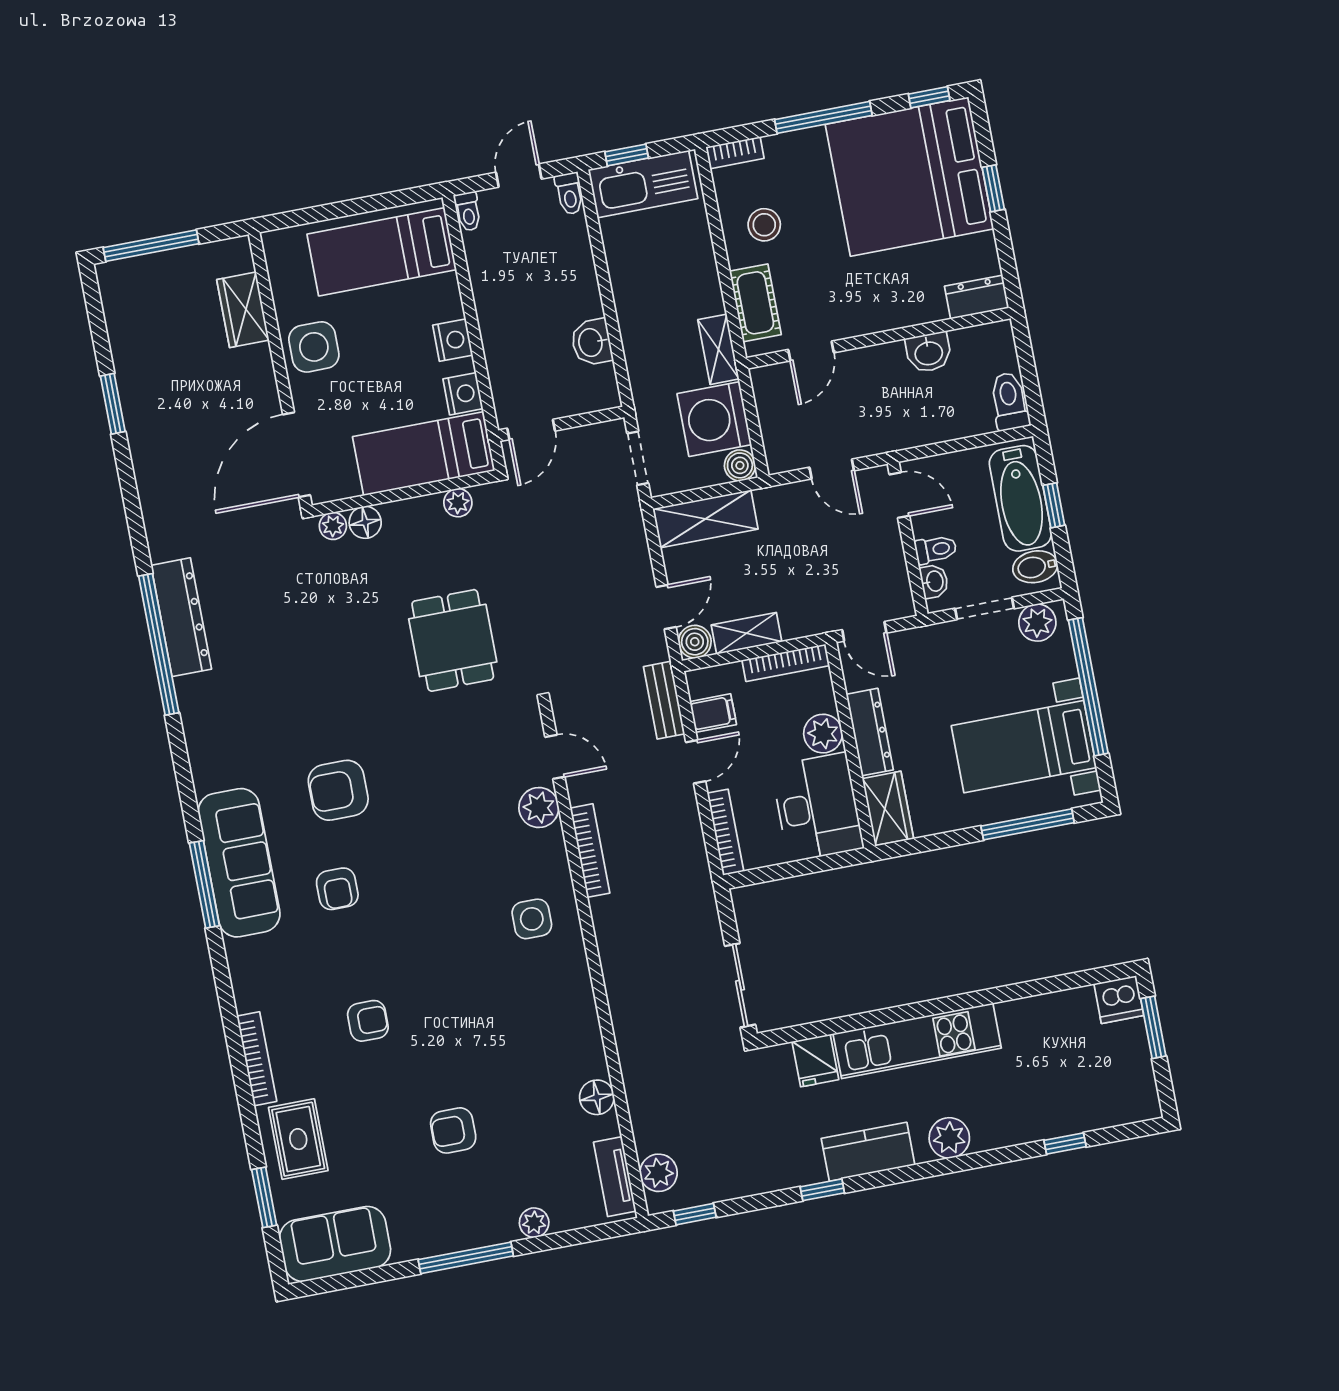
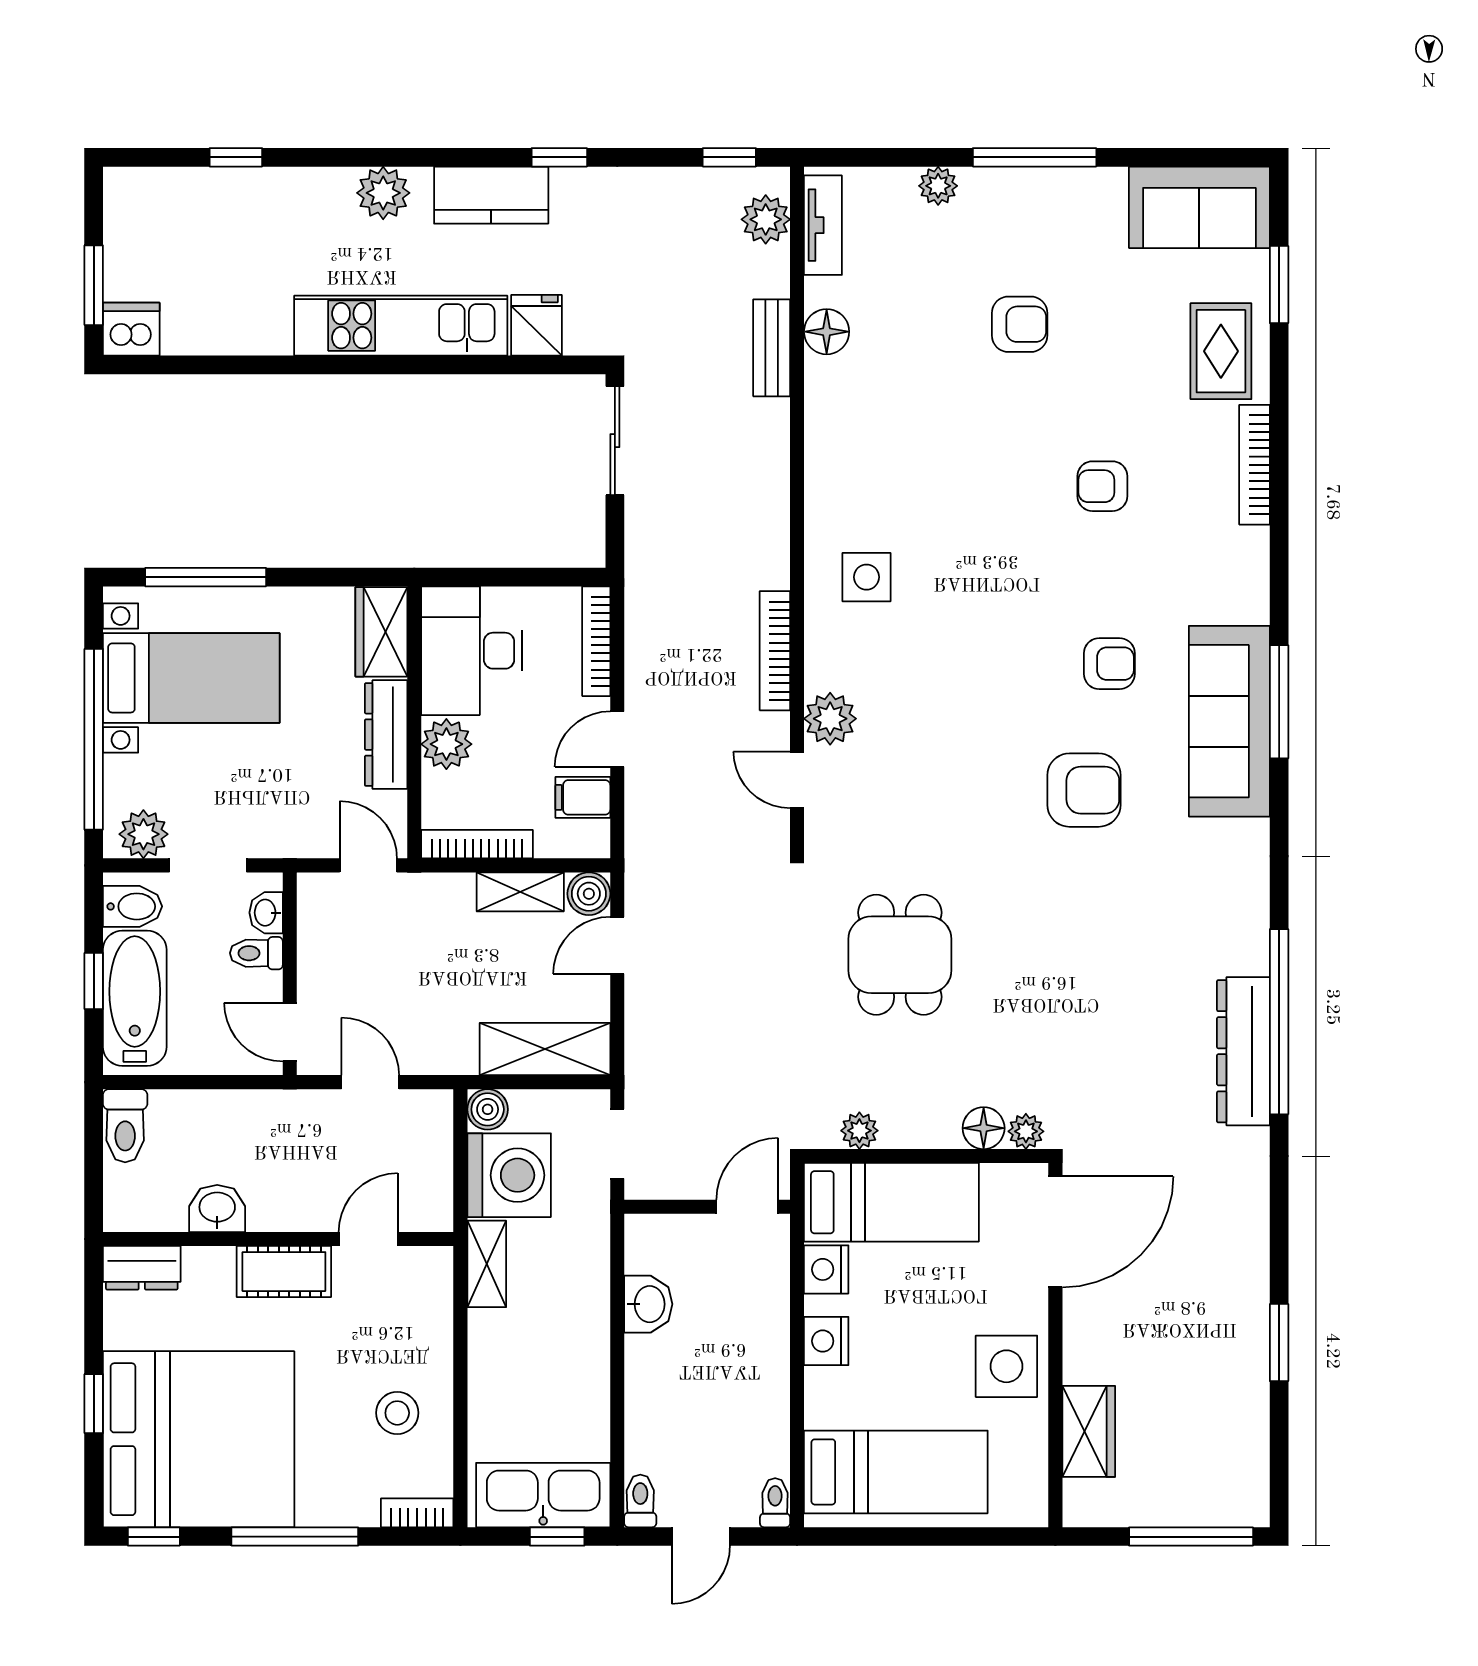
cot: (755, 303) -> (284, 1272), moved, turned 90
bench: (664, 700) -> (772, 348), moved
armchair: (337, 889) -> (1109, 664), turned 90

